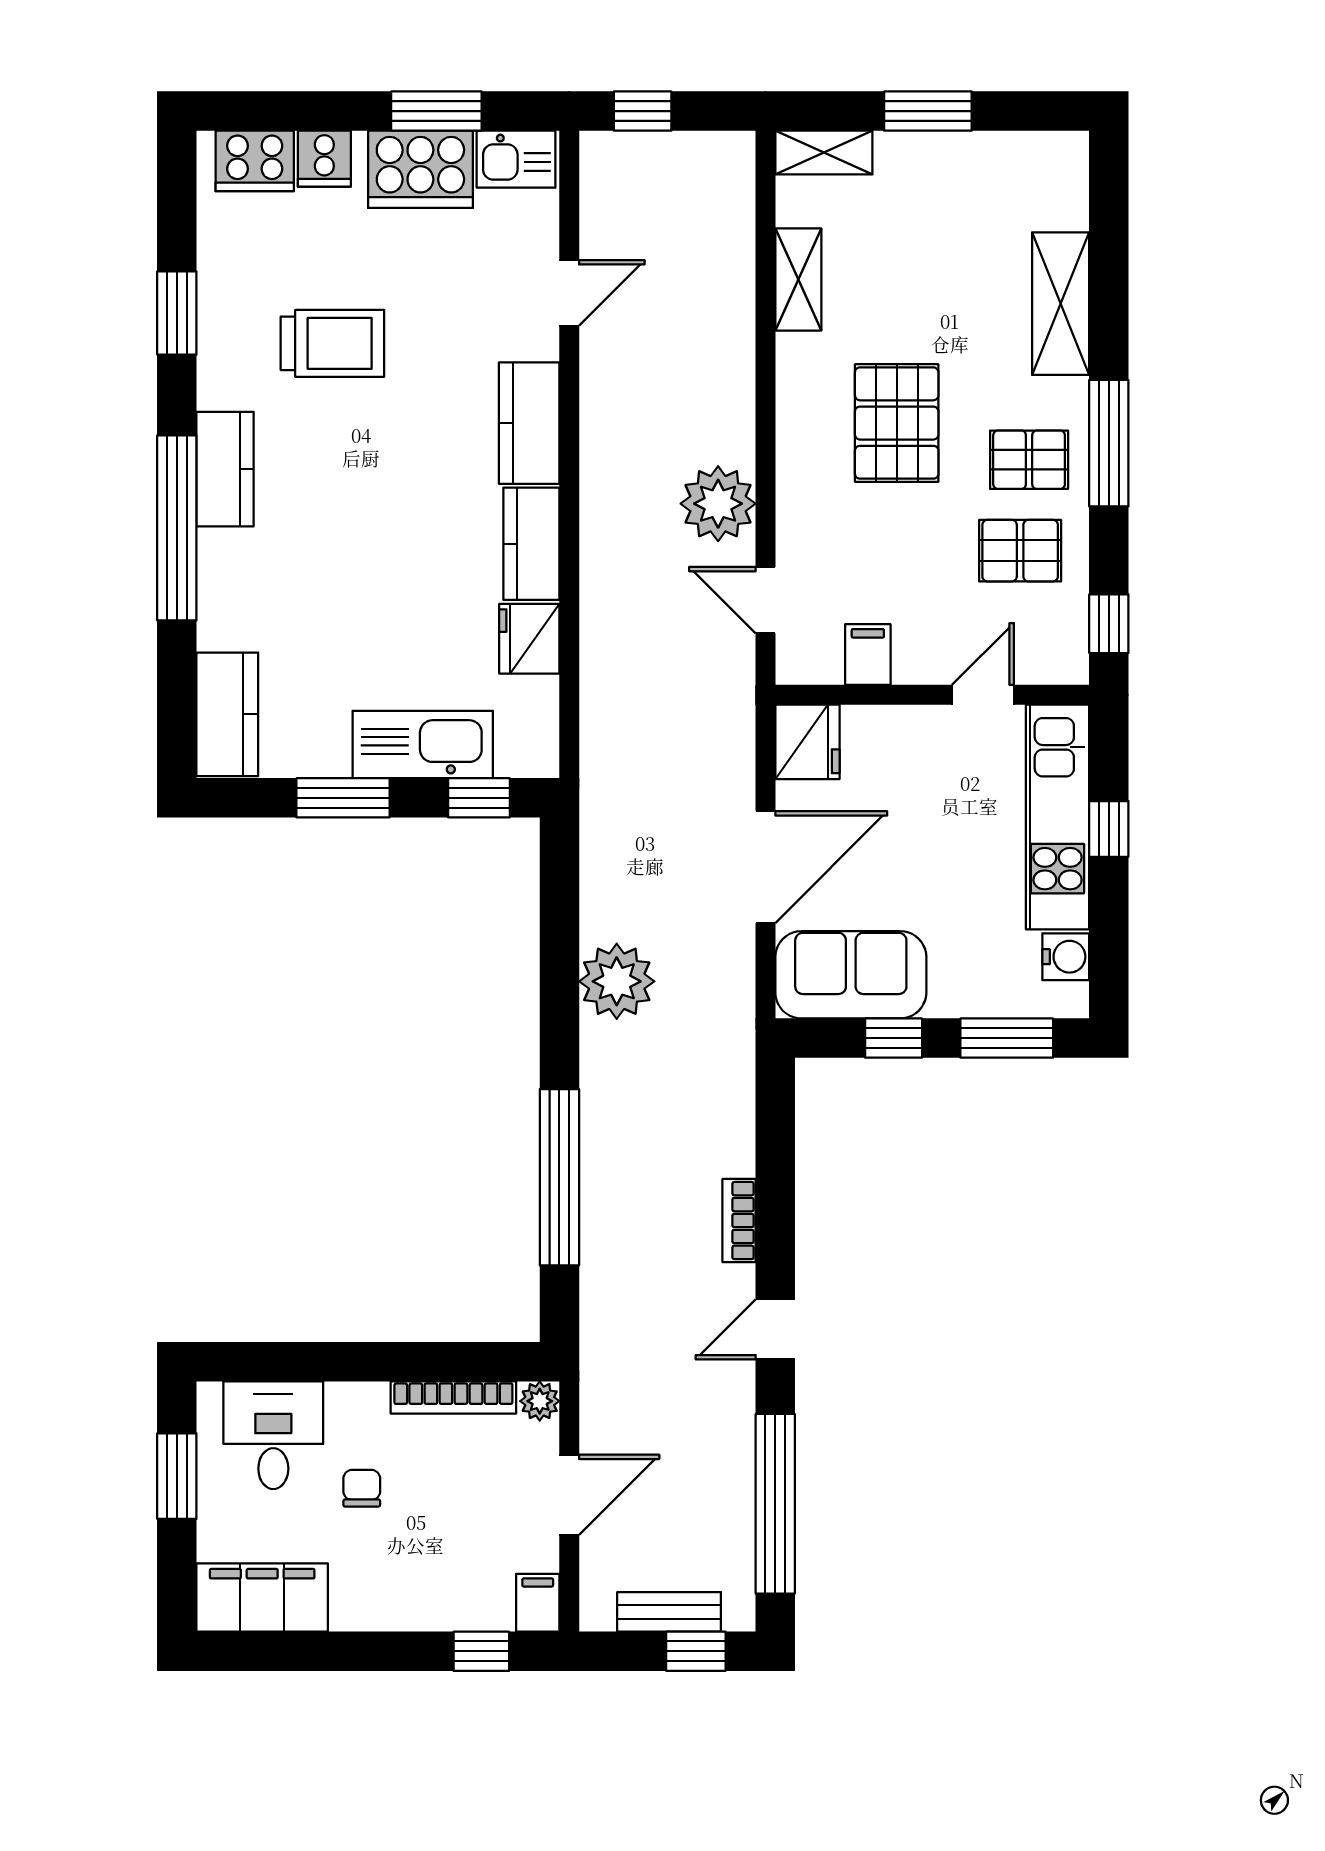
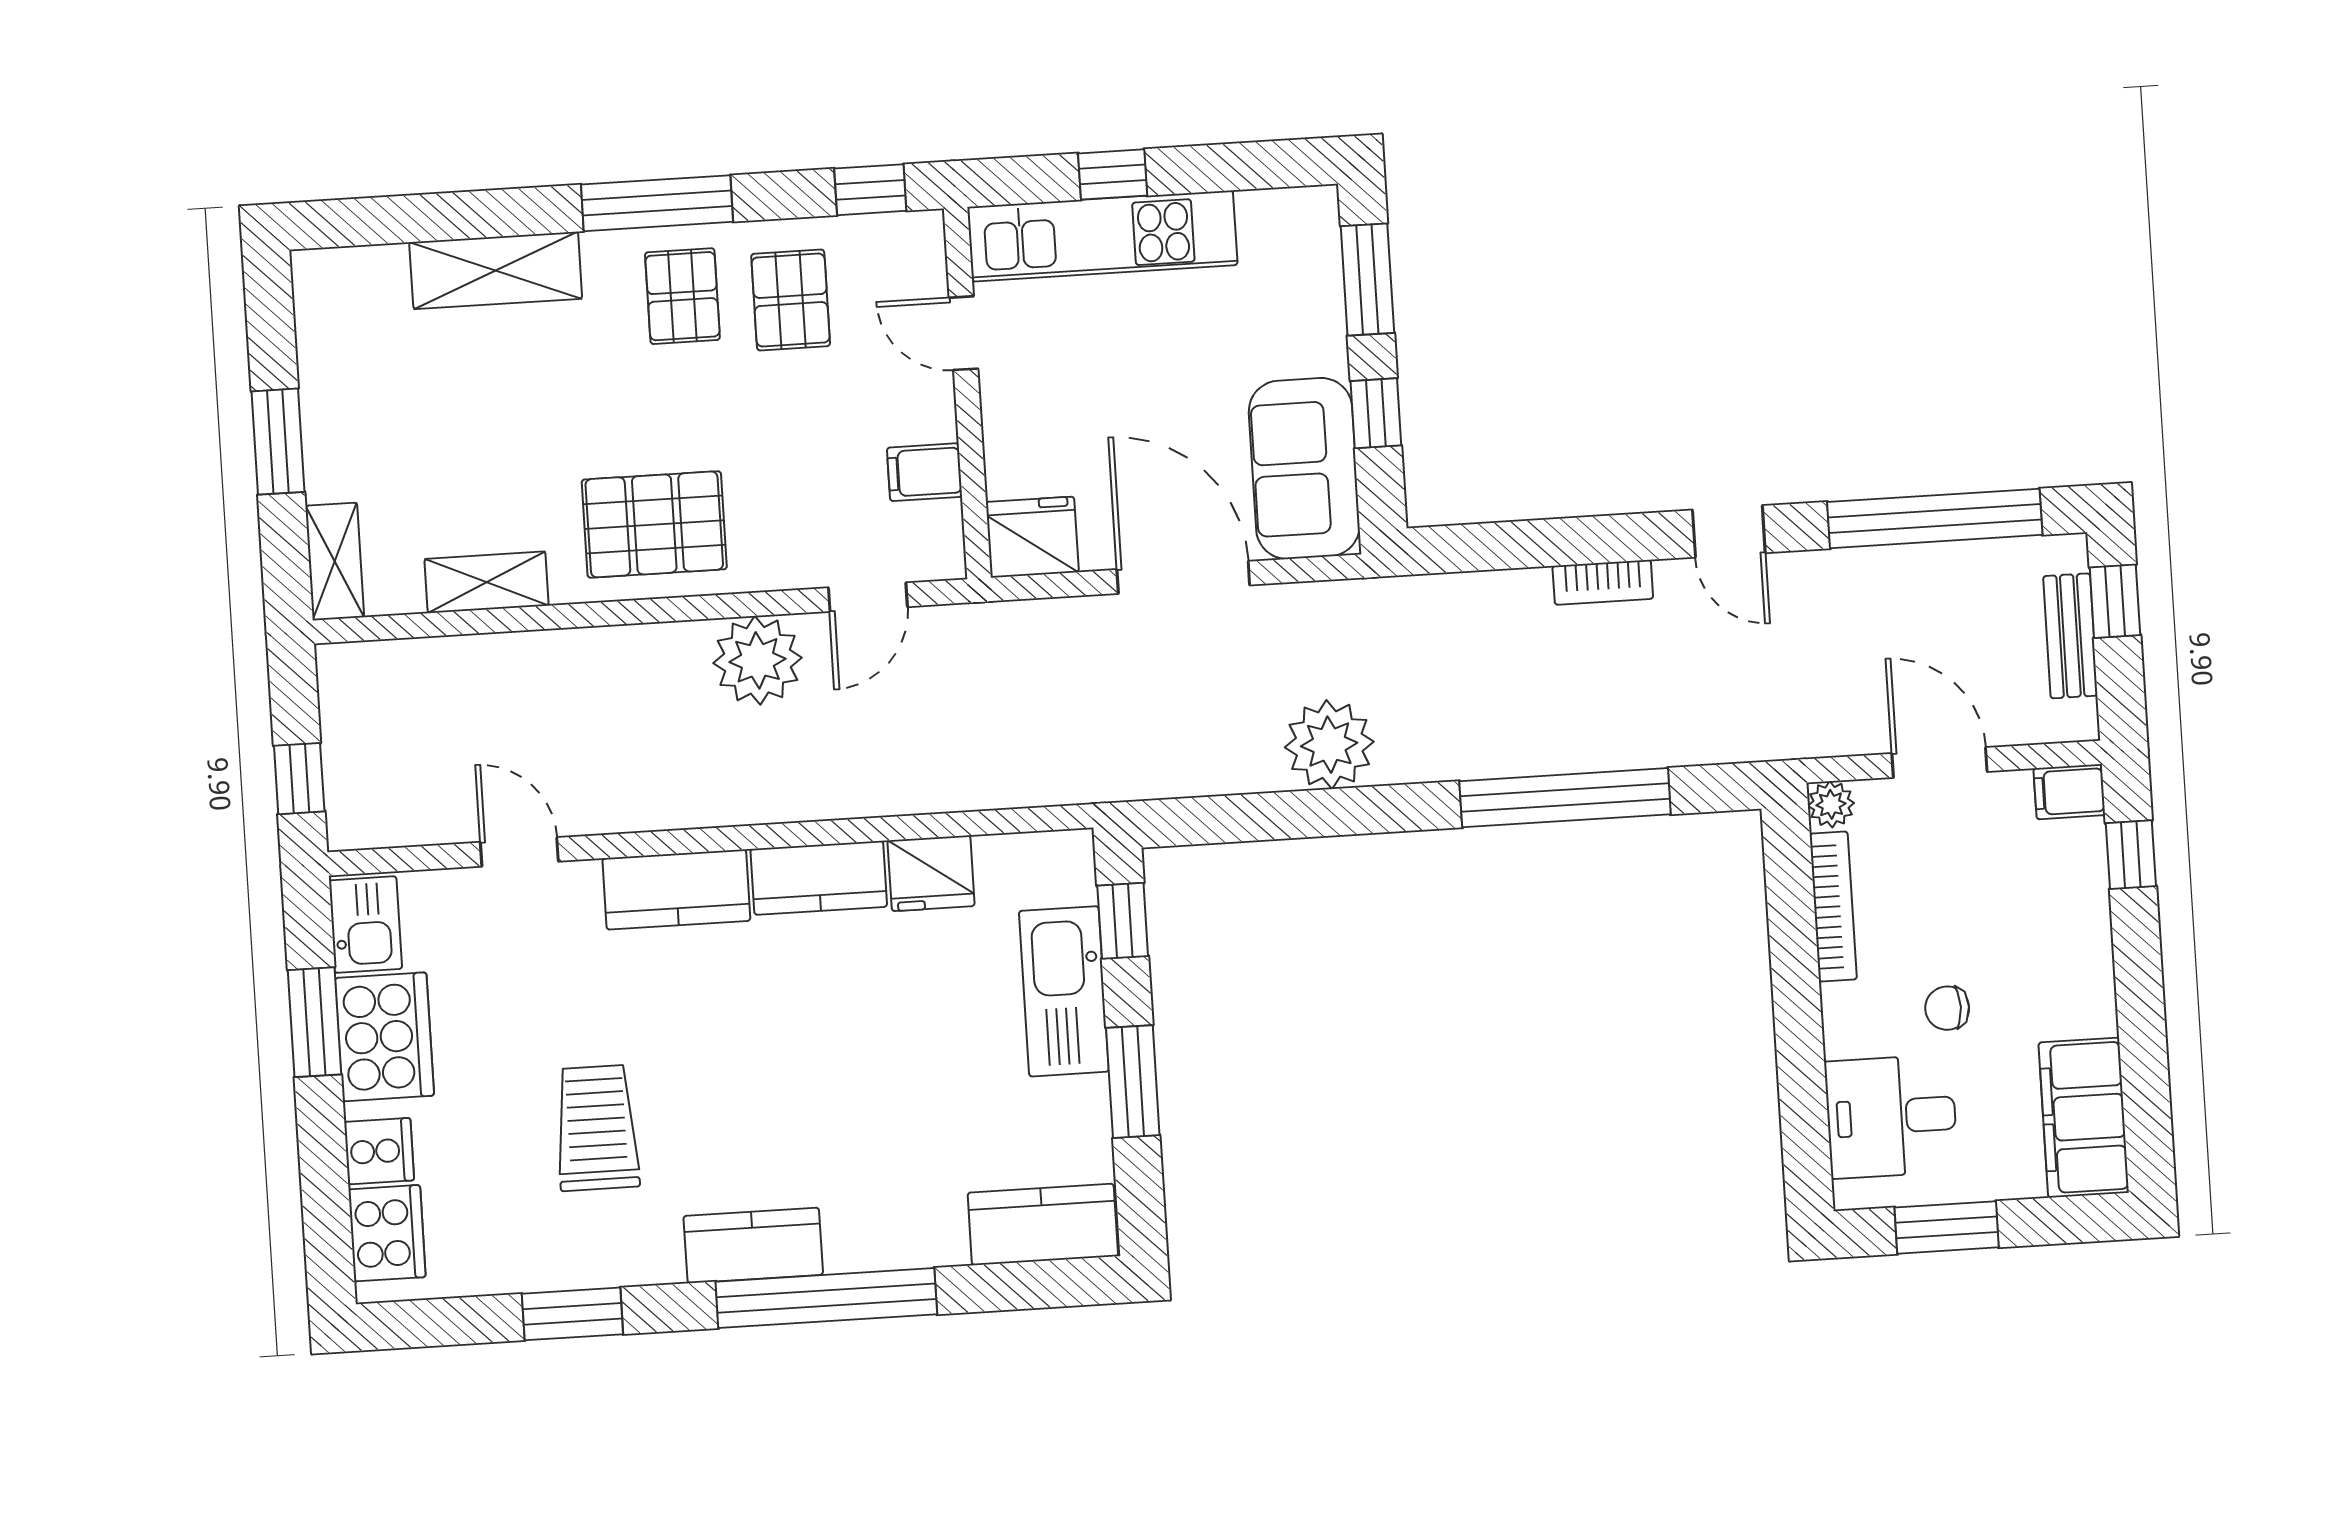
pallet: (897, 423) -> (654, 524), moved
water cooler: (1066, 957) -> (1267, 216), removed

